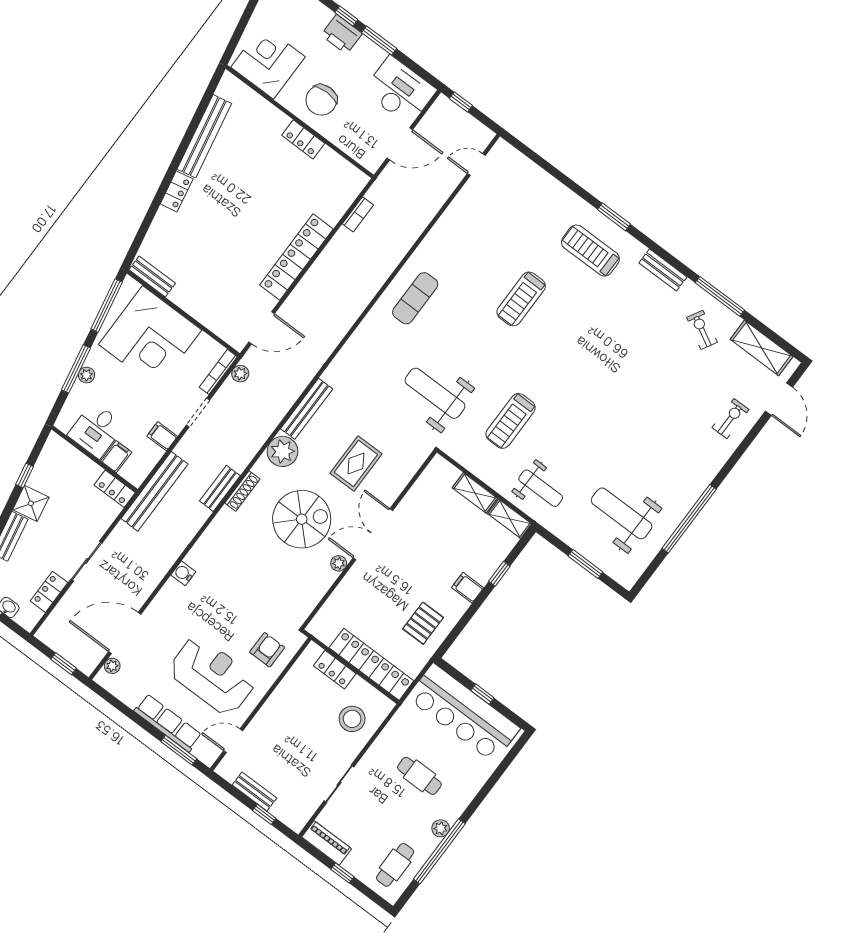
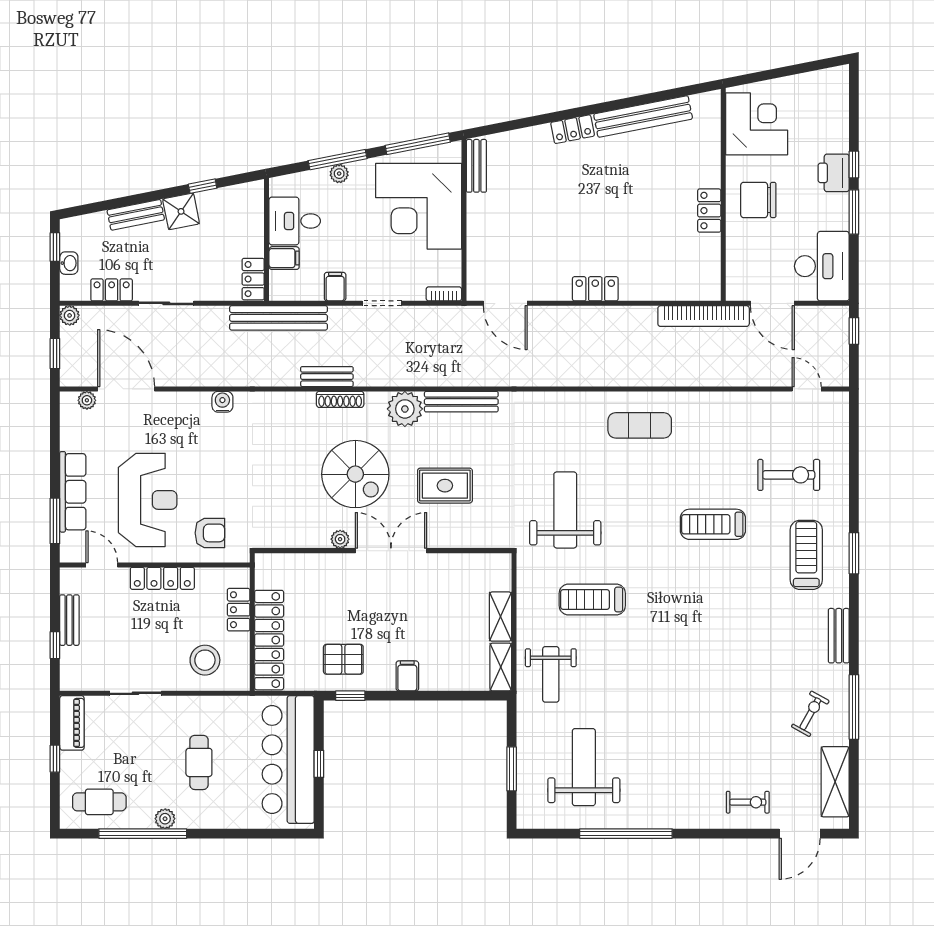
bookcase: (358, 214) -> (704, 316), width x2.31, depth x1.31
exercise bike: (526, 221) -> (789, 475), added
locker: (296, 257) -> (595, 289), width x0.46, depth x0.83
bookcase: (218, 372) -> (444, 294), width x0.64
plant: (240, 374) -> (70, 315), moved
window: (499, 574) -> (350, 696), moved
locker: (274, 706) -> (162, 578), added

